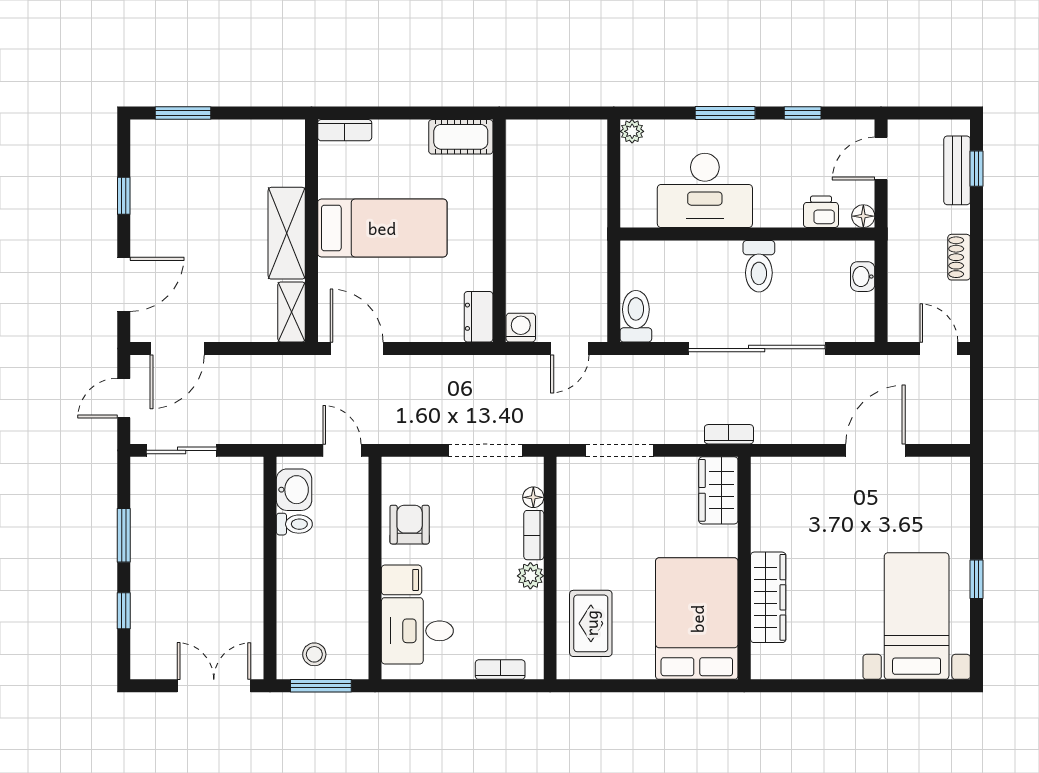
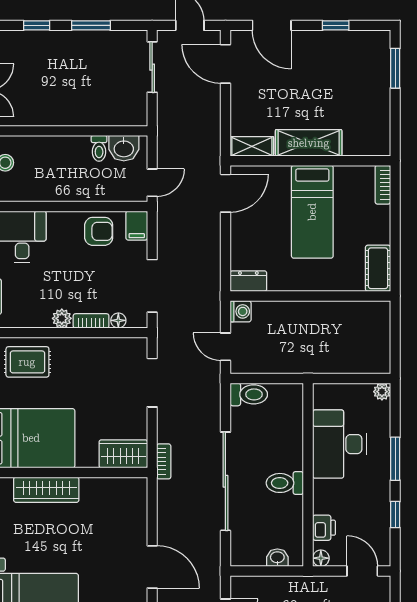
filing cabinet: (402, 580) -> (137, 226), moved

